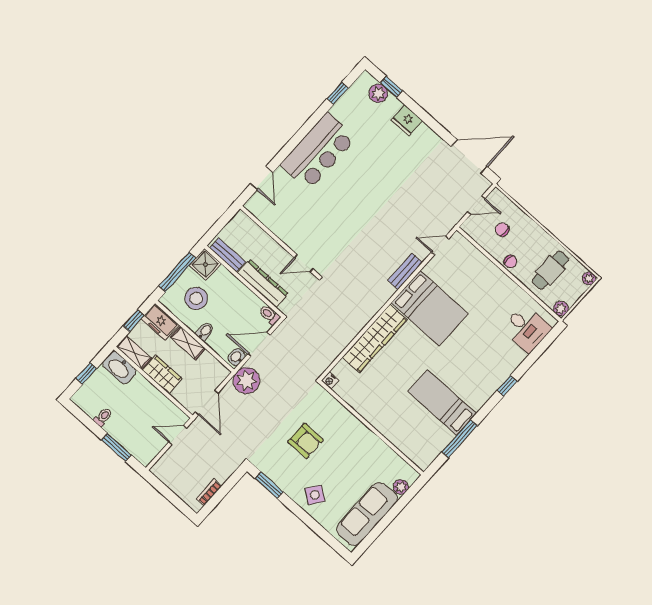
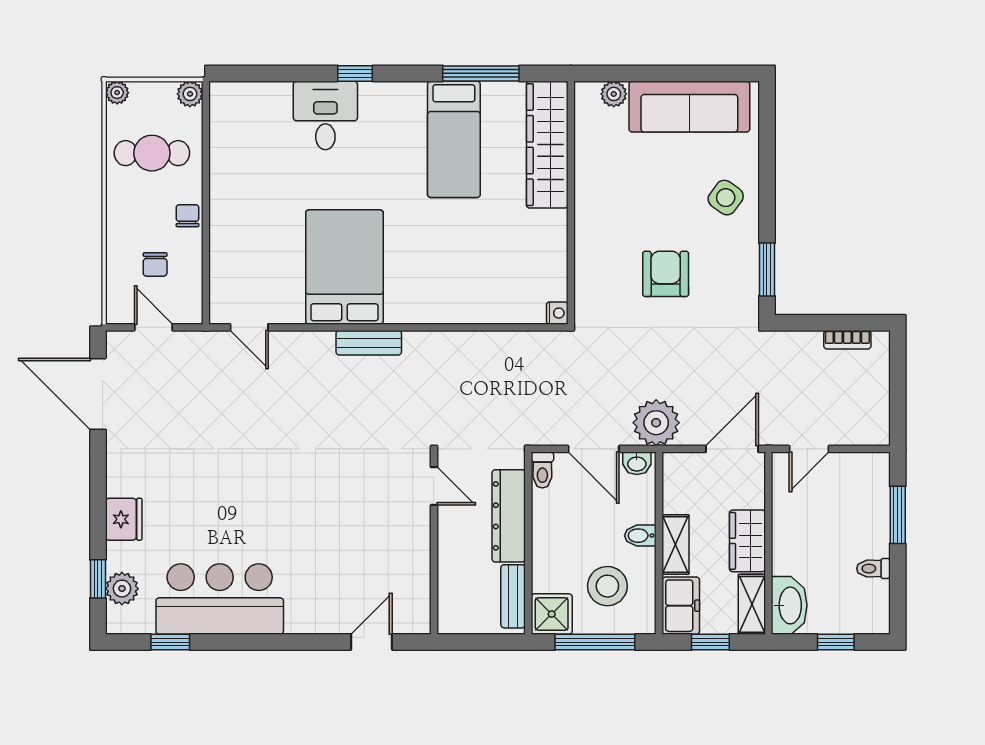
bar counter: (318, 151) -> (220, 599), moved
bench: (405, 271) -> (369, 343), moved
desk: (527, 328) -> (325, 115), moved
wardrobe: (375, 338) -> (547, 145), moved, turned -90
door: (178, 435) -> (809, 449), hinge flipped

